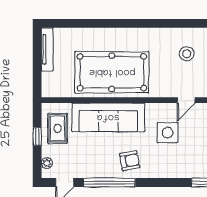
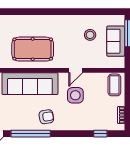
pool table: (112, 72) -> (33, 49), width x0.73, depth x0.76
door: (186, 100) -> (76, 70), moved

